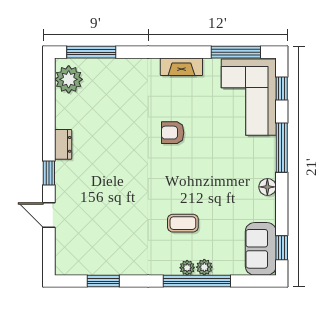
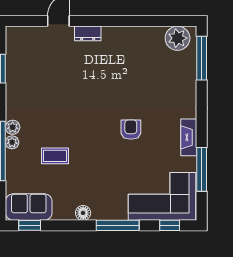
window: (236, 52) -> (202, 169), moved
dresser: (63, 144) -> (88, 33), moved
window: (49, 173) -> (95, 21), removed
coffee table: (183, 223) -> (55, 156), moved, turned 90
plant: (204, 267) -> (13, 127), moved

